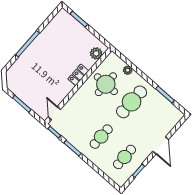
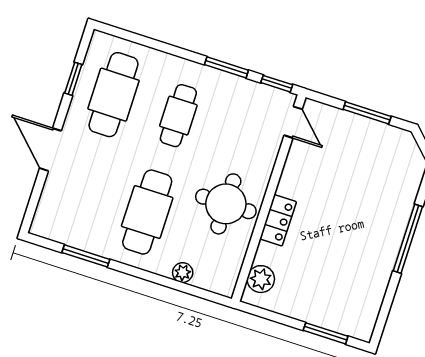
round table: (106, 84) -> (226, 204), moved
cafe table: (125, 157) -> (114, 95), width x1.37, depth x1.35

